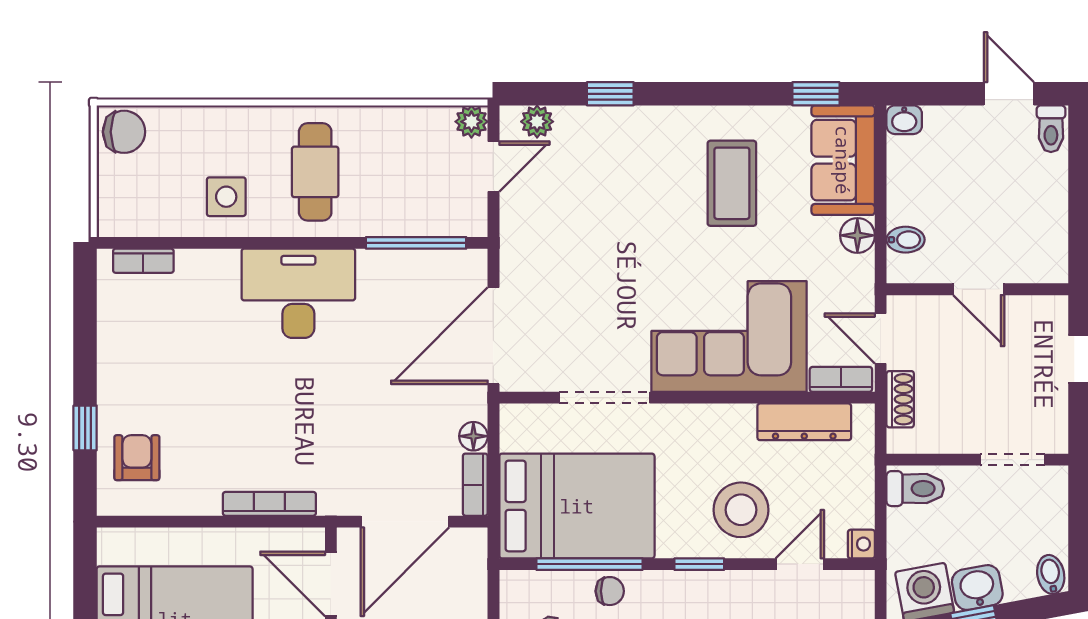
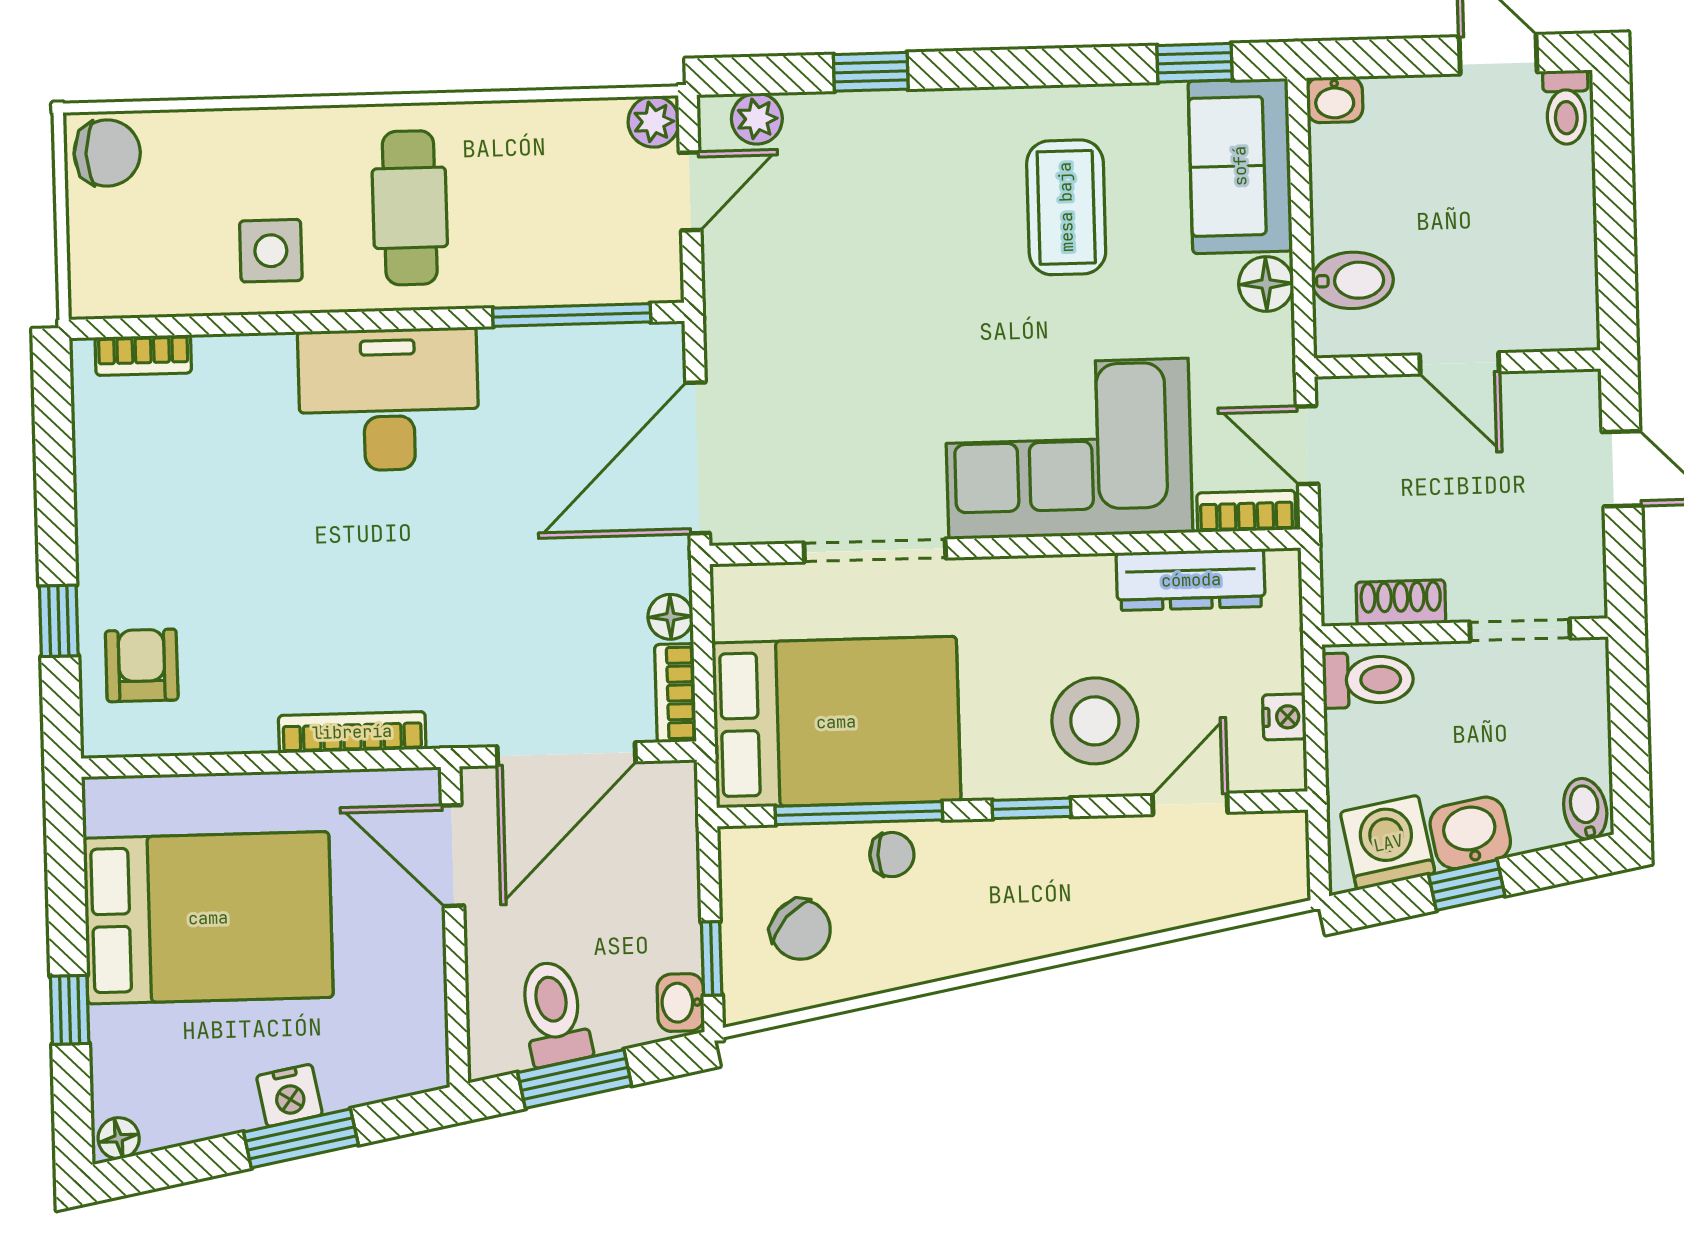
bidet: (906, 240) -> (1353, 280), width x1.38, depth x1.36
shoe rack: (900, 399) -> (1401, 603), moved, turned -90
nightstand: (861, 544) -> (1284, 717), moved

